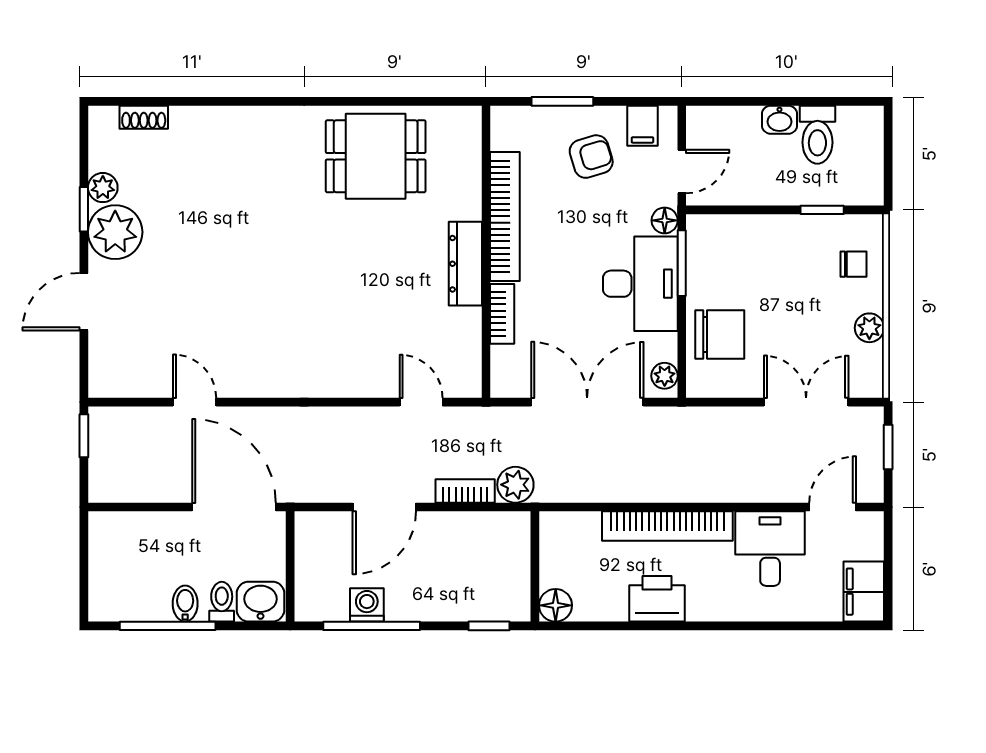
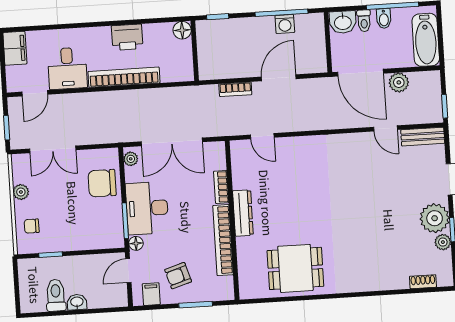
bench: (127, 383) -> (423, 137), added
plant: (515, 485) -> (399, 82), moved
bathtub: (111, 560) -> (426, 40), added

